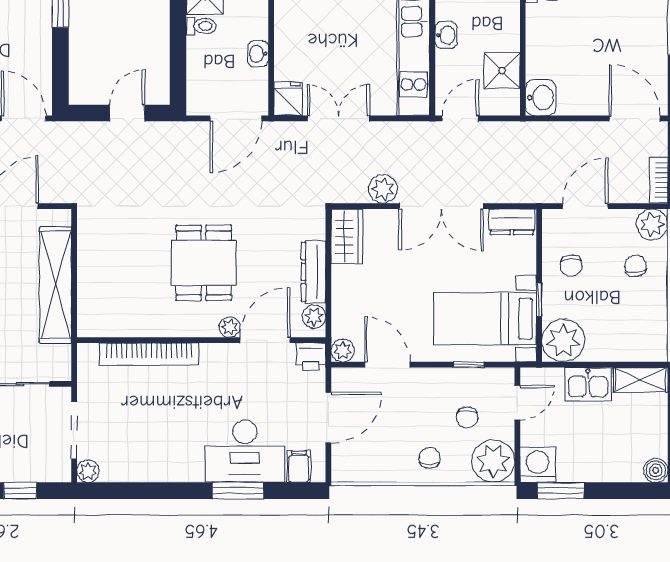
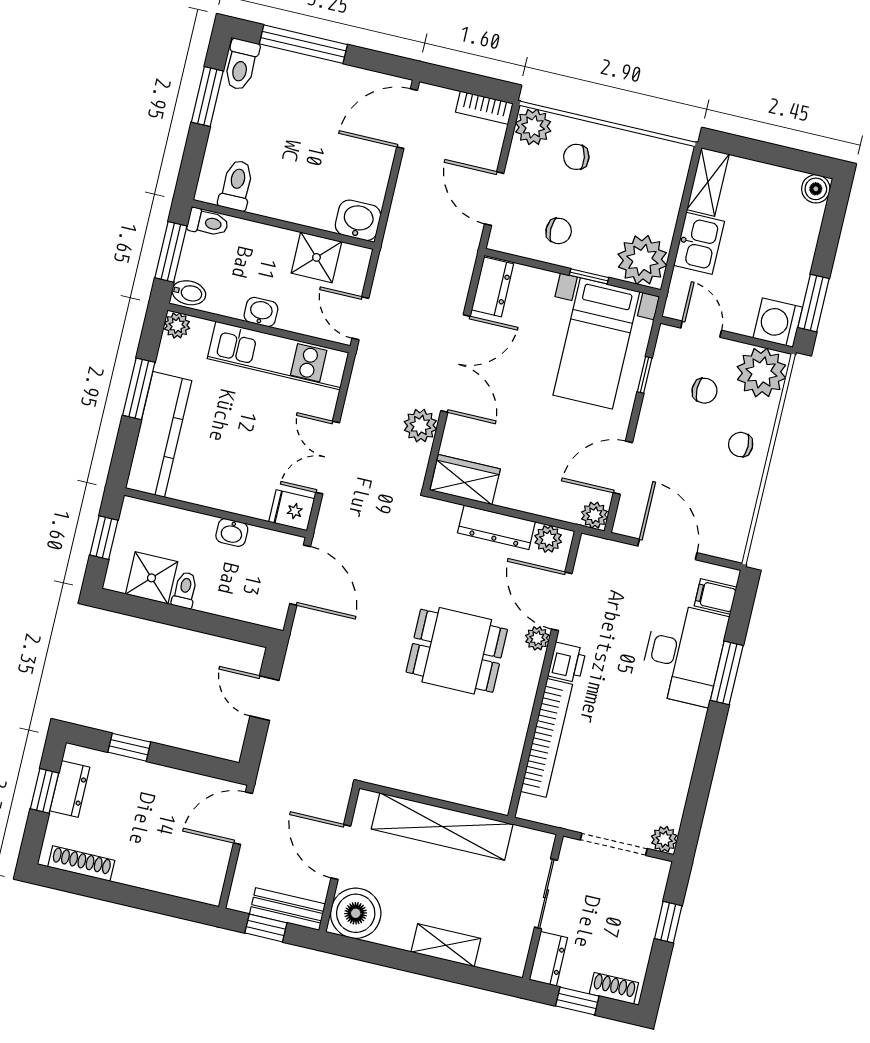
printer: (311, 356) -> (567, 662), moved

